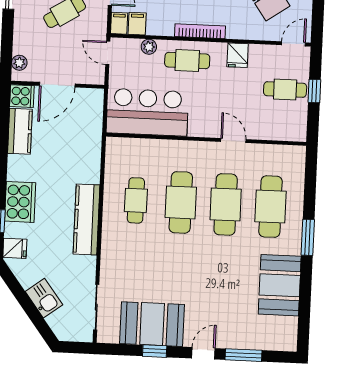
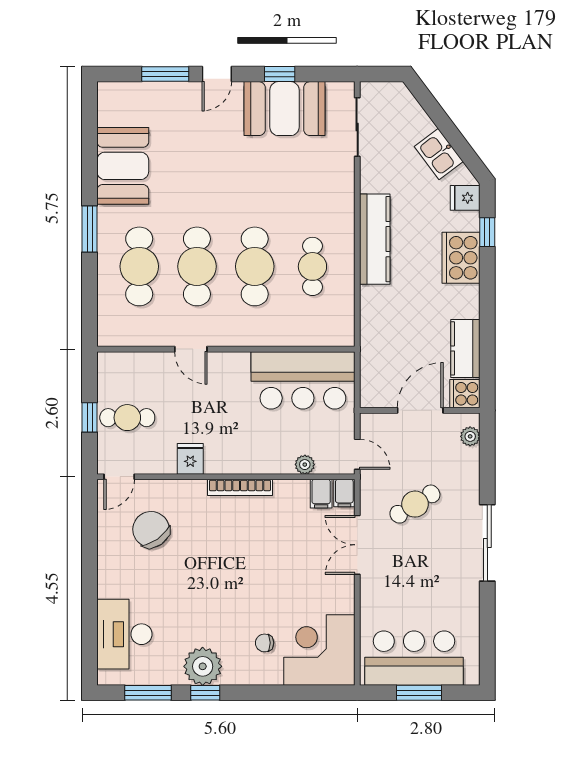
cafe table: (187, 60) -> (255, 449), removed
kitchen sink: (44, 298) -> (439, 154), moved

